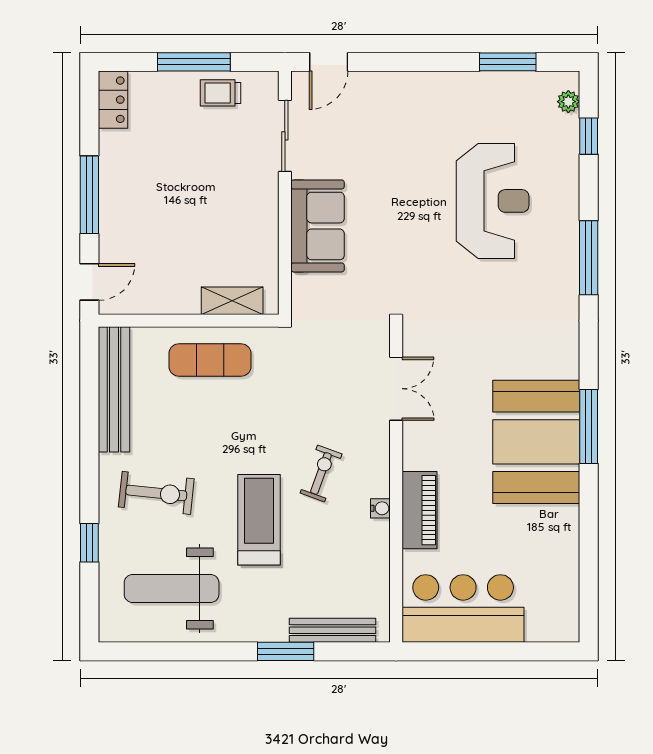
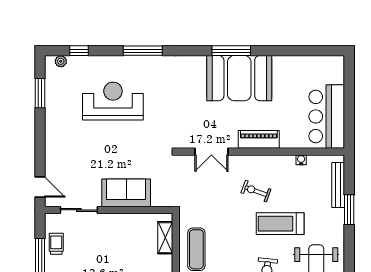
trolley: (220, 93) -> (56, 244), turned 180
double door: (396, 389) -> (211, 152), swing flipped
water cooler: (380, 508) -> (301, 160), moved
piano: (419, 510) -> (259, 139), moved

